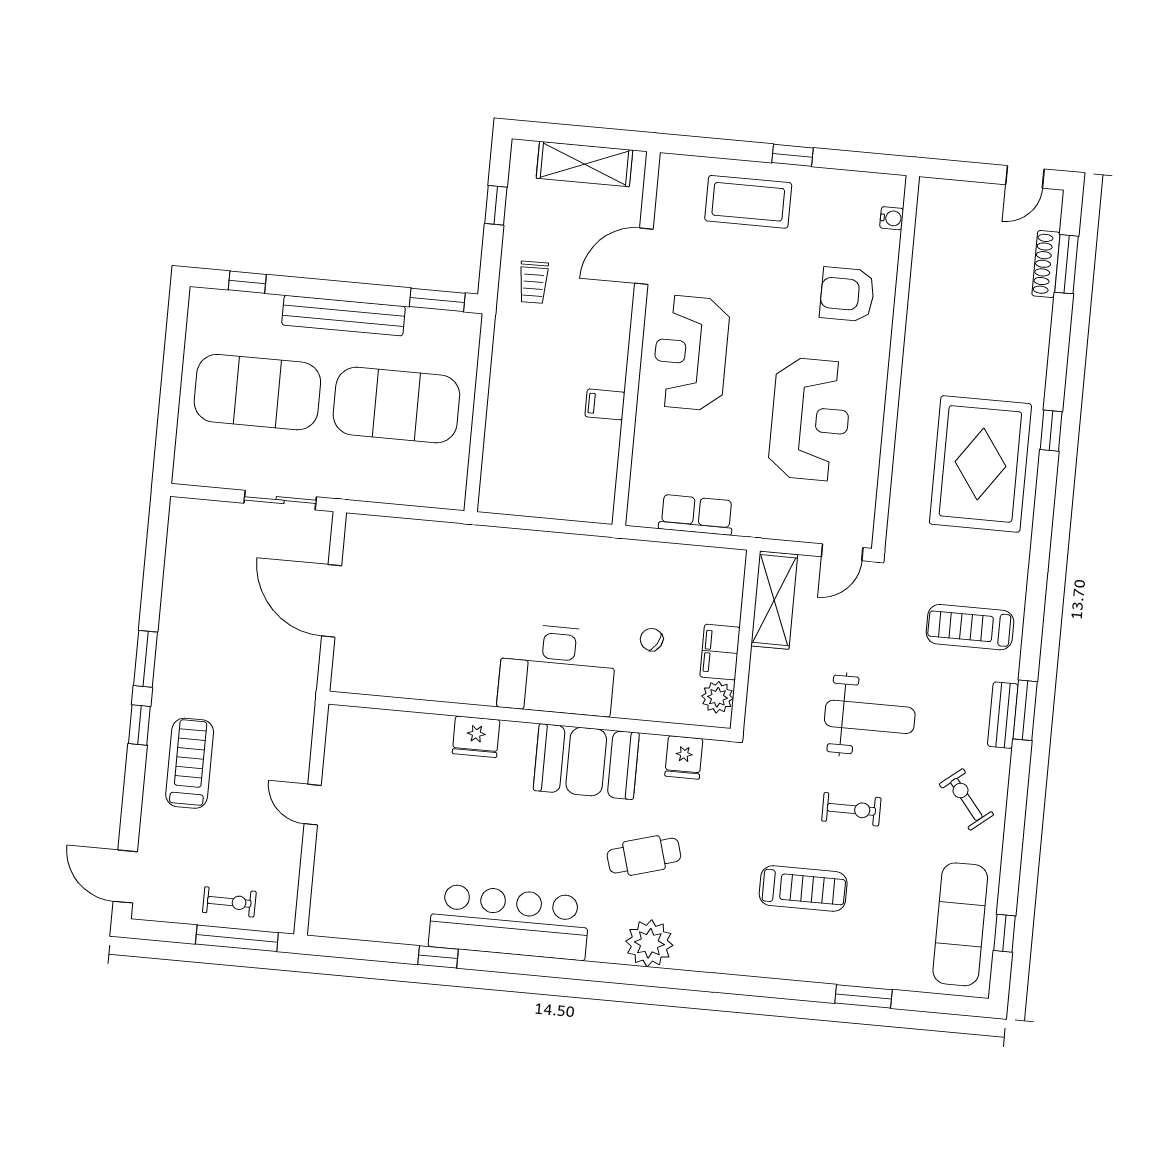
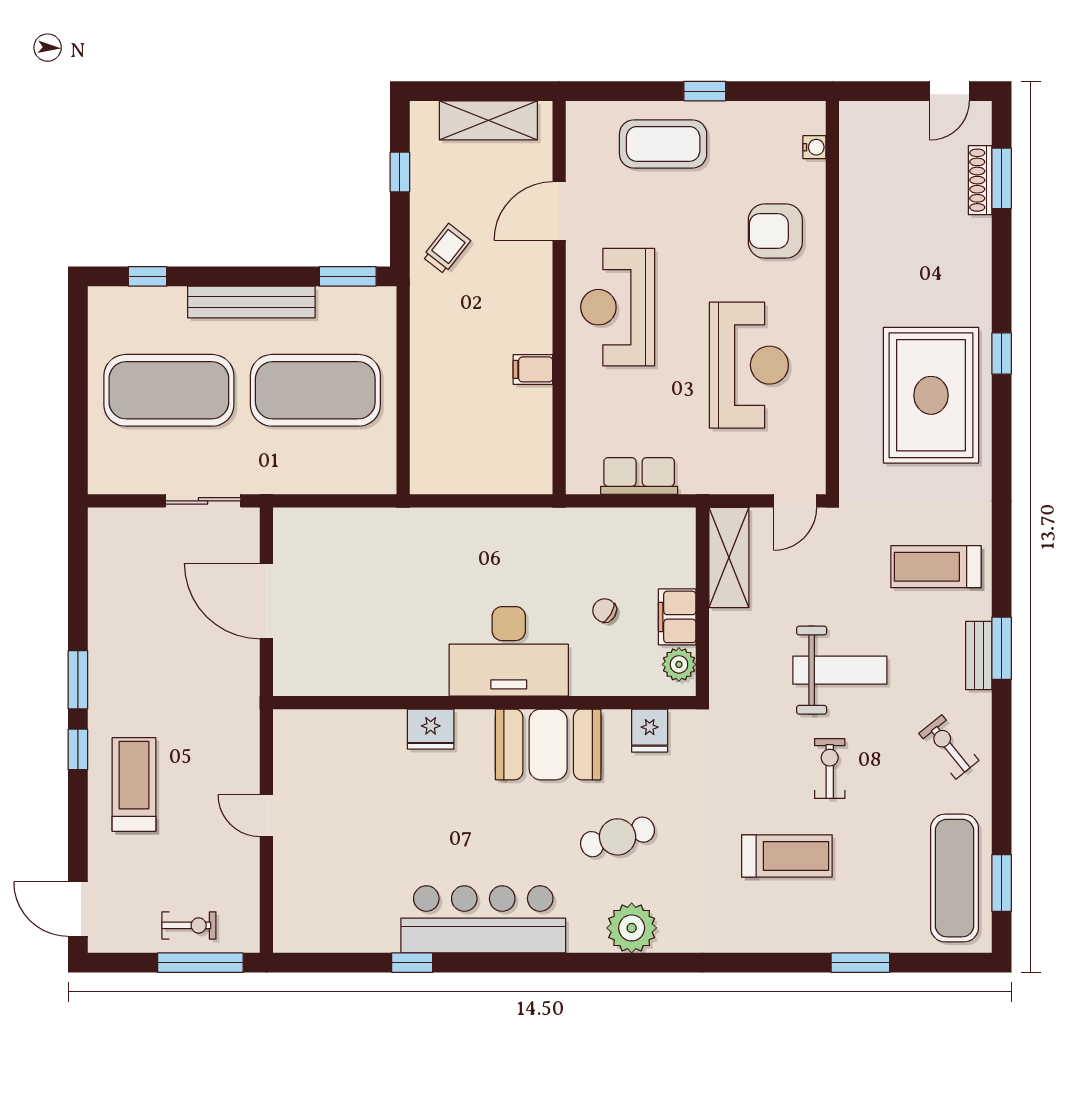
trolley: (533, 282) -> (447, 249), turned -141
exercise bike: (851, 809) -> (830, 768), turned -90
window: (1004, 933) -> (1002, 883), width x1.50

